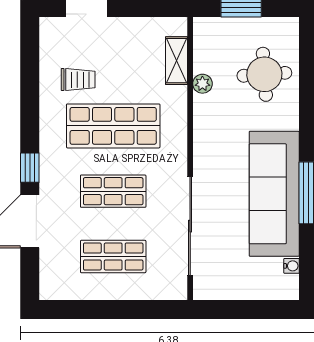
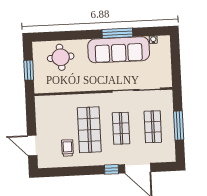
shelving: (176, 61) -> (56, 100), removed
plant: (202, 84) -> (67, 87), removed
window: (113, 309) -> (179, 125), added

